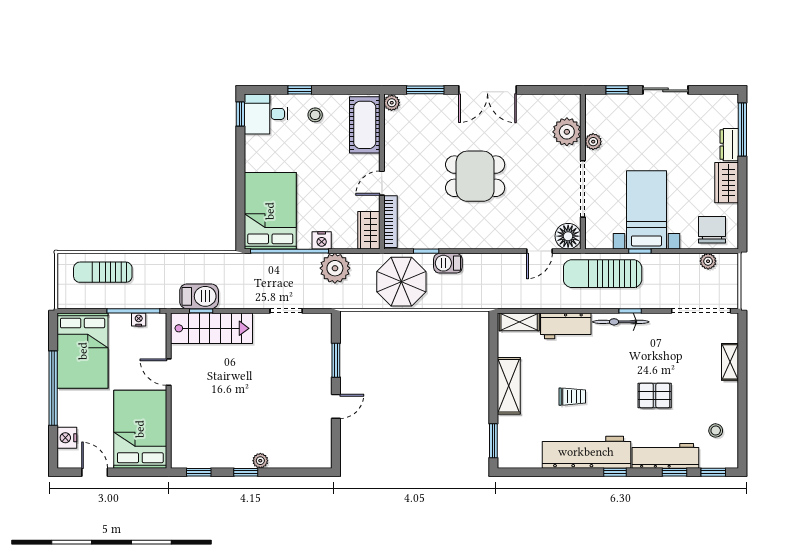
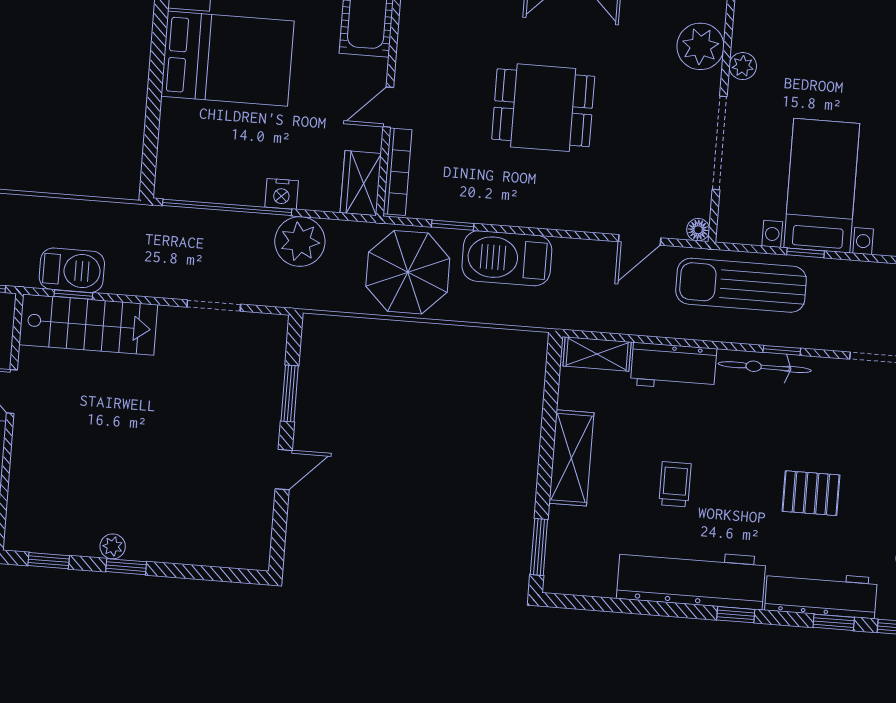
bed: (270, 211) -> (227, 59), moved, turned 90
floor lamp: (568, 236) -> (698, 230), width x0.53, depth x0.53
barbecue: (448, 263) -> (507, 258), width x1.88, depth x1.53
trolley: (572, 397) -> (675, 484), turned -90
plant: (260, 461) -> (113, 546), moved

